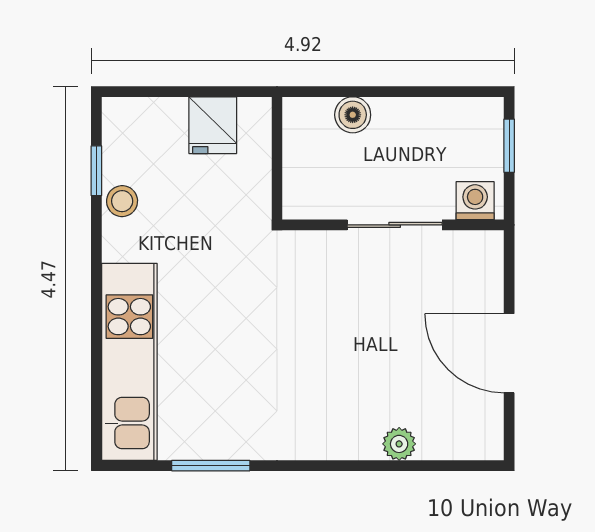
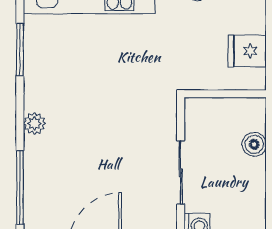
plant: (399, 444) -> (34, 123), moved
window: (417, 466) -> (20, 188), added

